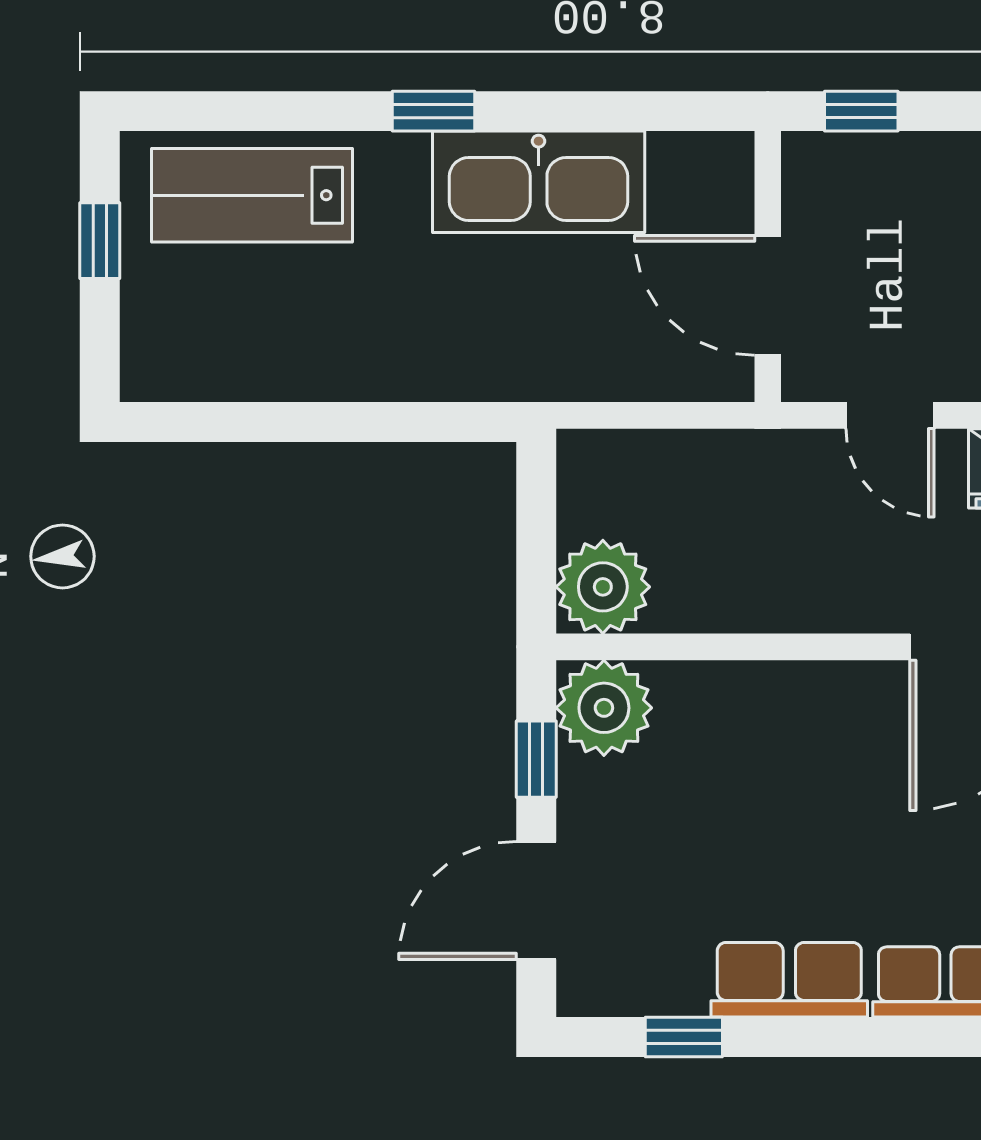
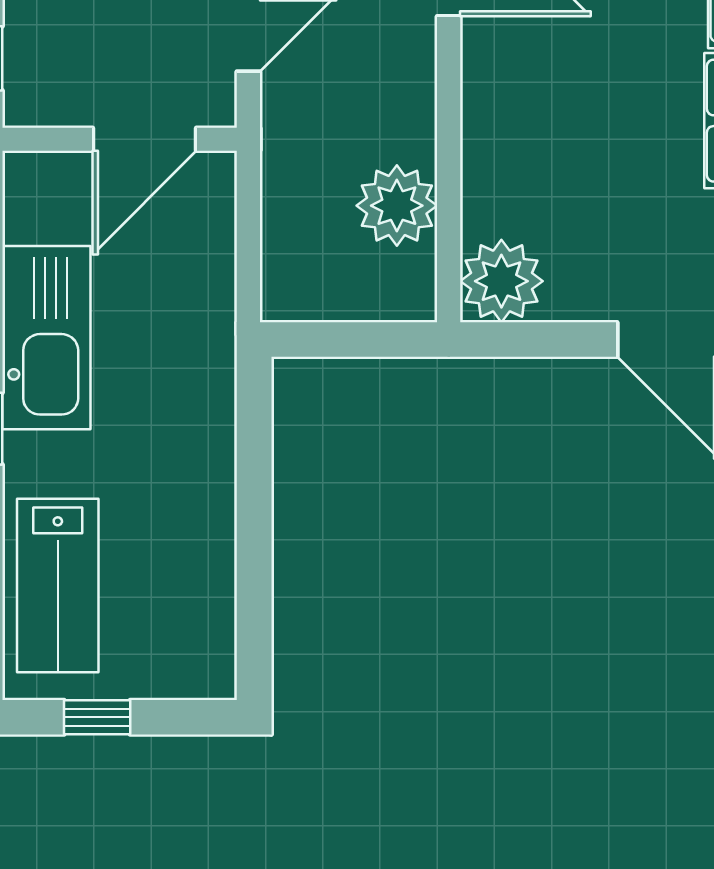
plant: (603, 587) -> (397, 206), moved
window: (536, 759) -> (546, 340), removed

